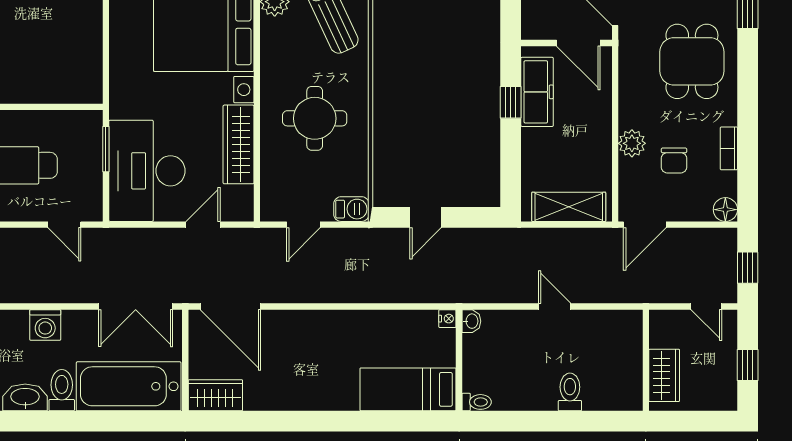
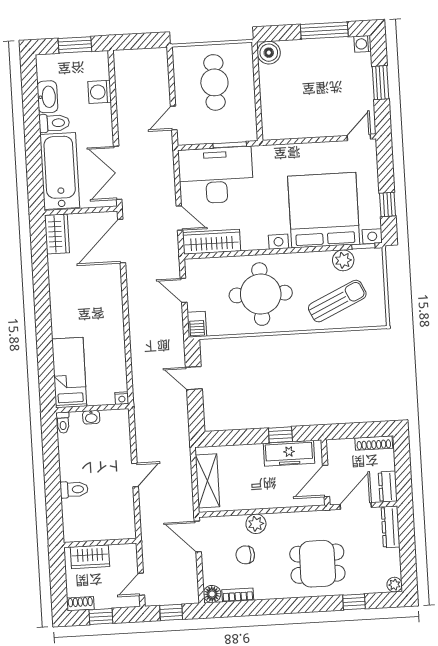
round table: (315, 118) -> (261, 294), width x1.36, depth x1.36
wardrobe: (239, 144) -> (212, 242), moved
bookcase: (729, 148) -> (238, 595), moved
washbasin: (471, 321) -> (91, 417), moved
washing machine: (45, 325) -> (100, 92), moved
shoe rack: (728, 392) -> (80, 604), added

